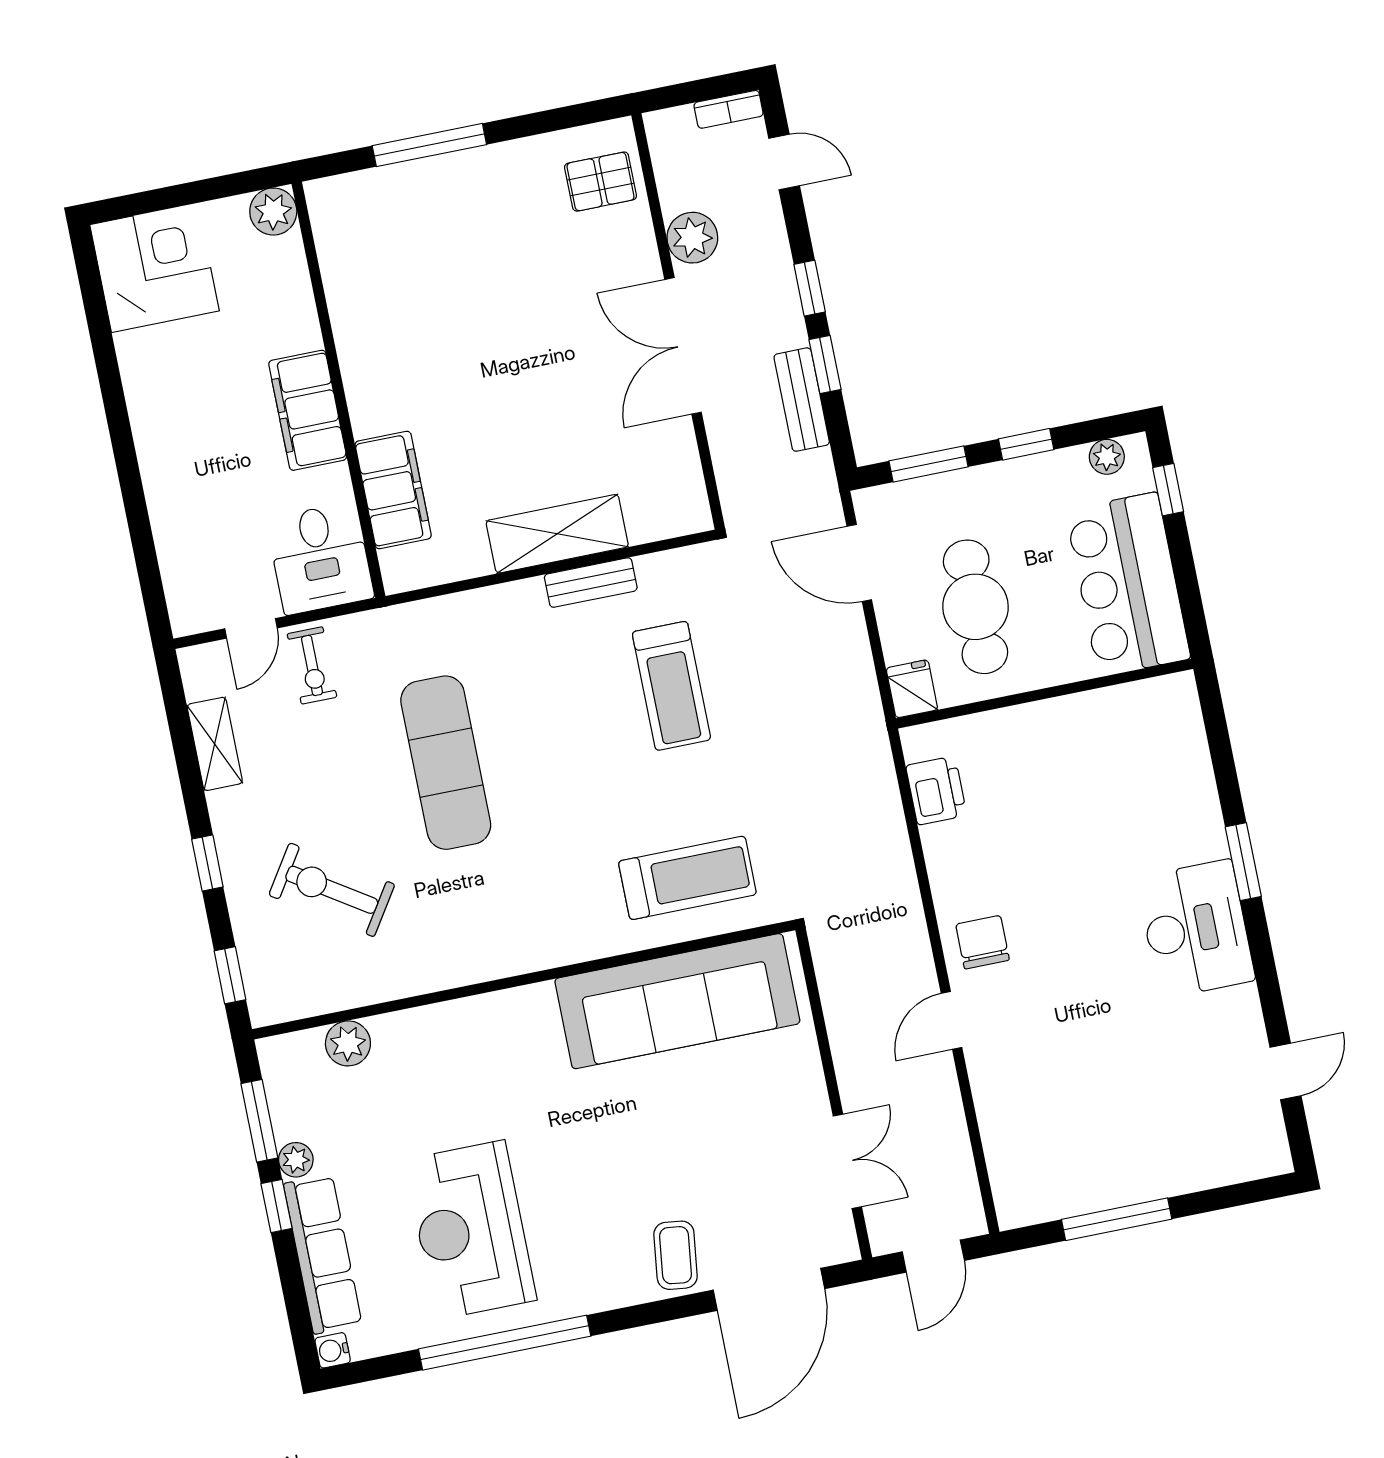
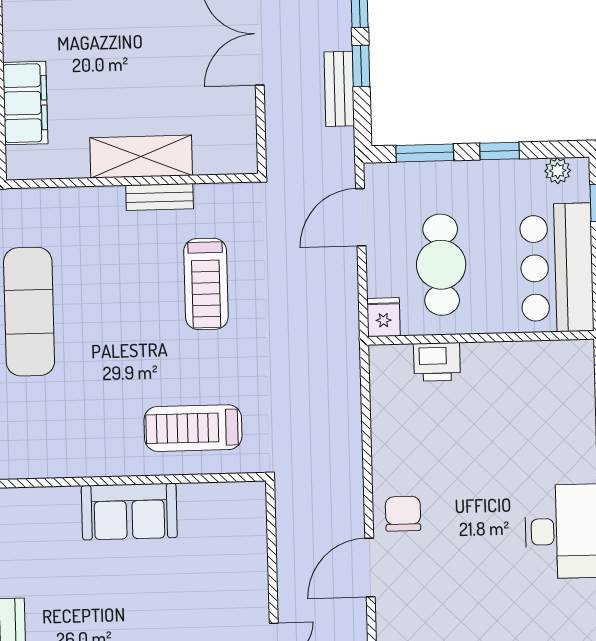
door: (859, 563) -> (361, 217), hinge flipped
printer: (936, 790) -> (437, 362), moved, turned 90
treadmill: (687, 878) -> (193, 428), turned 180
sofa: (677, 1001) -> (129, 512), width x0.54, depth x0.79
door: (951, 1020) -> (370, 568), width x1.38

